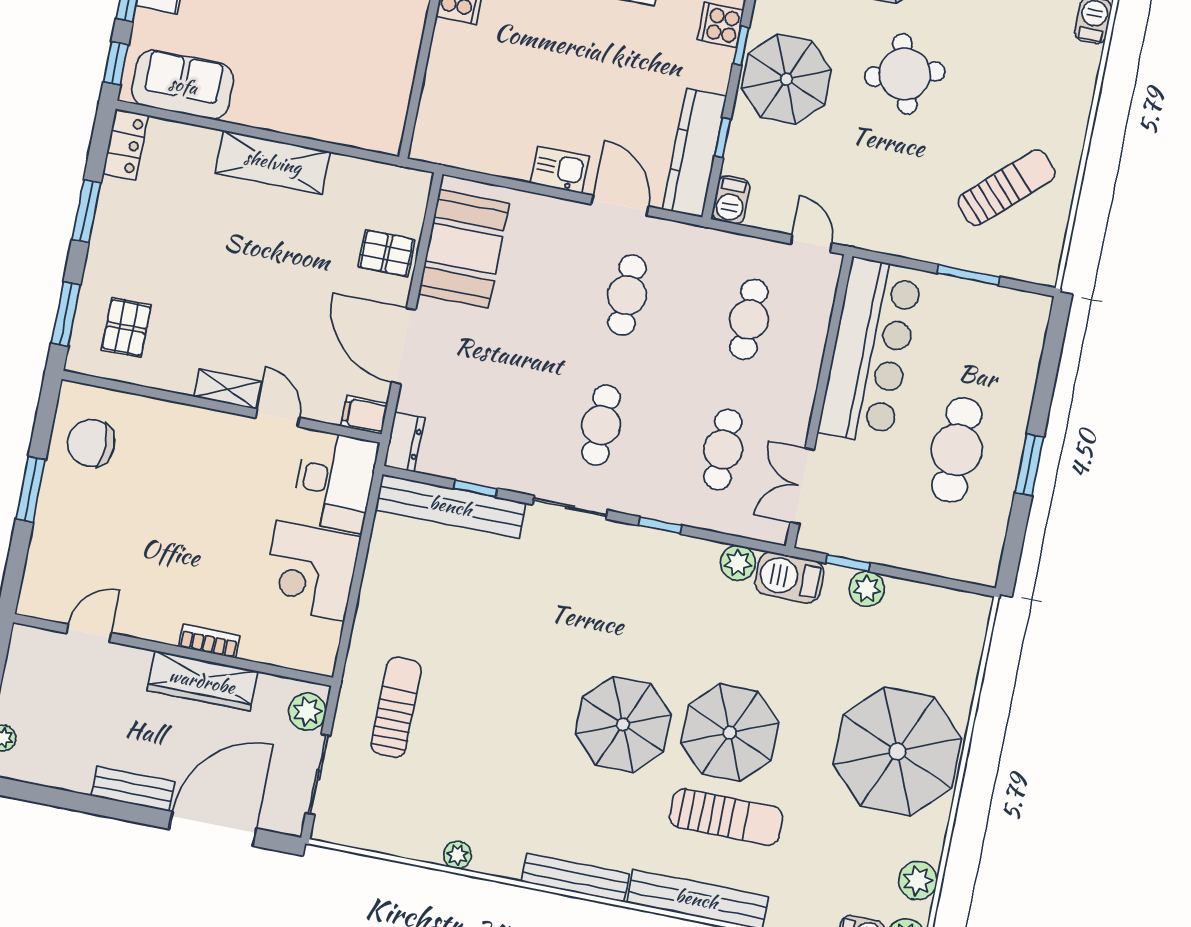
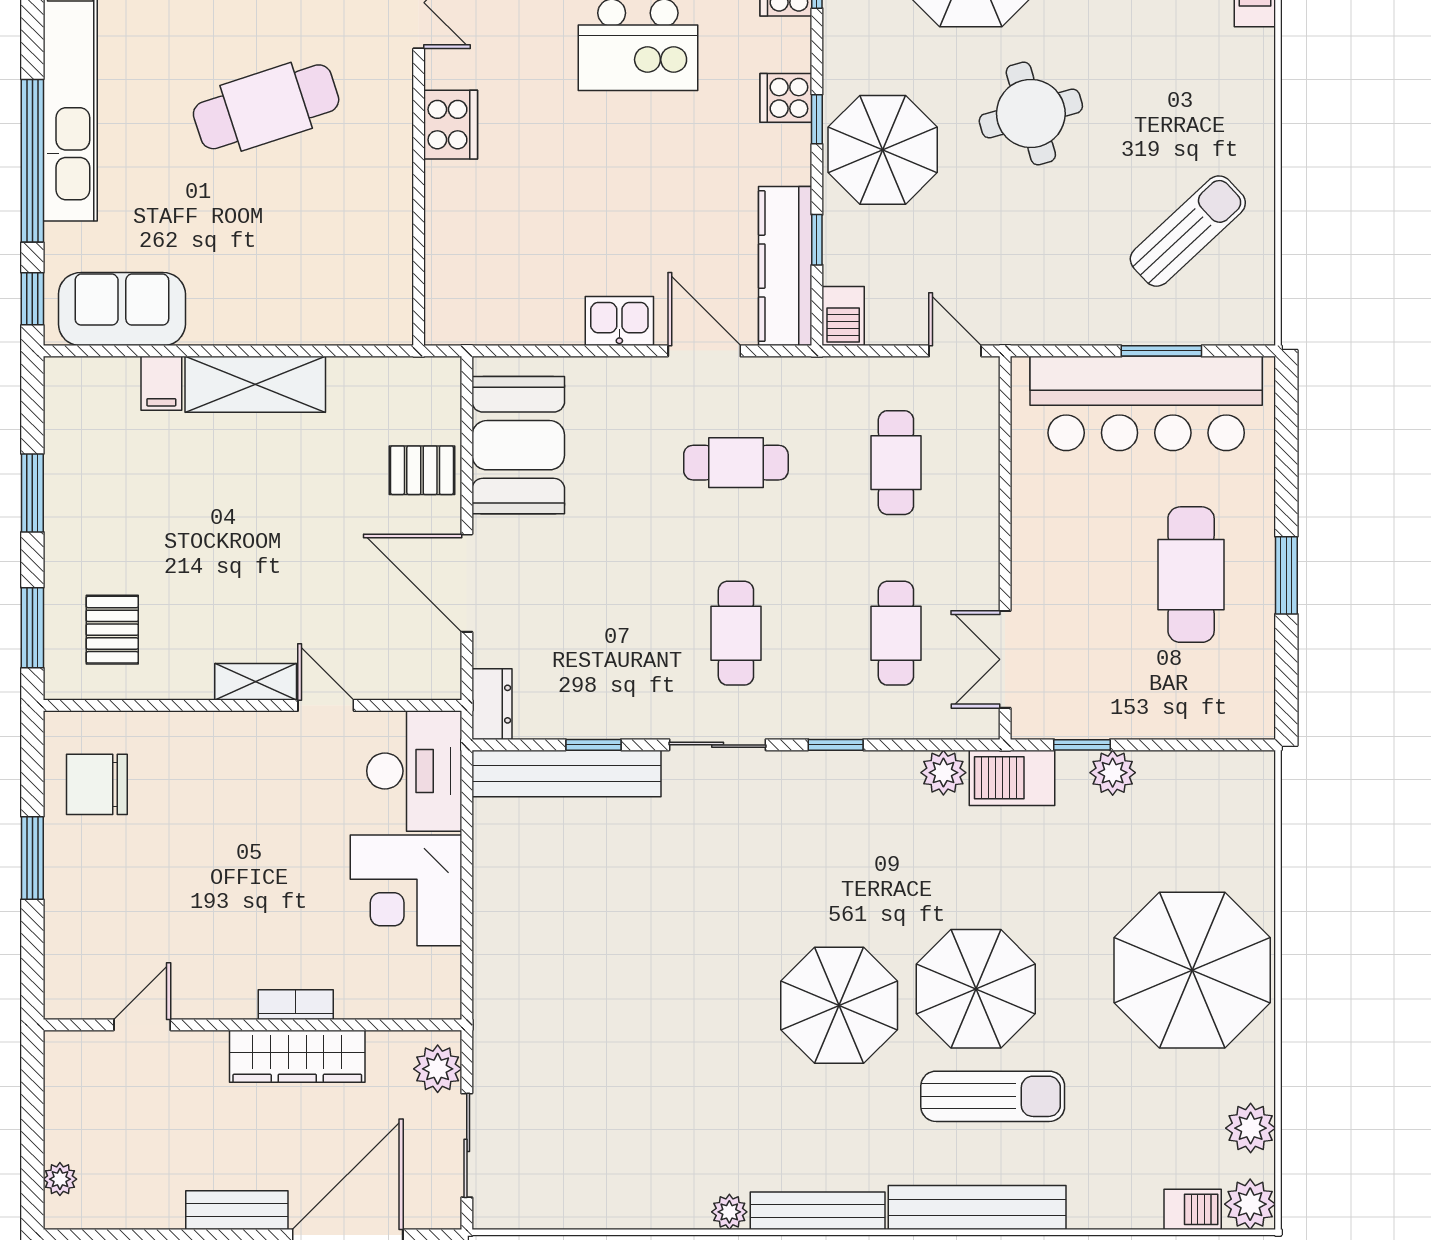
locker: (125, 145) -> (65, 399), removed
cafe table: (627, 295) -> (736, 463), turned 90
bar counter: (871, 351) -> (1146, 403), moved, turned 90
filing cabinet: (364, 415) -> (161, 383), moved, turned -90
sun lounger: (396, 707) -> (548, 1041), removed
plant: (457, 855) -> (729, 1212), moved

